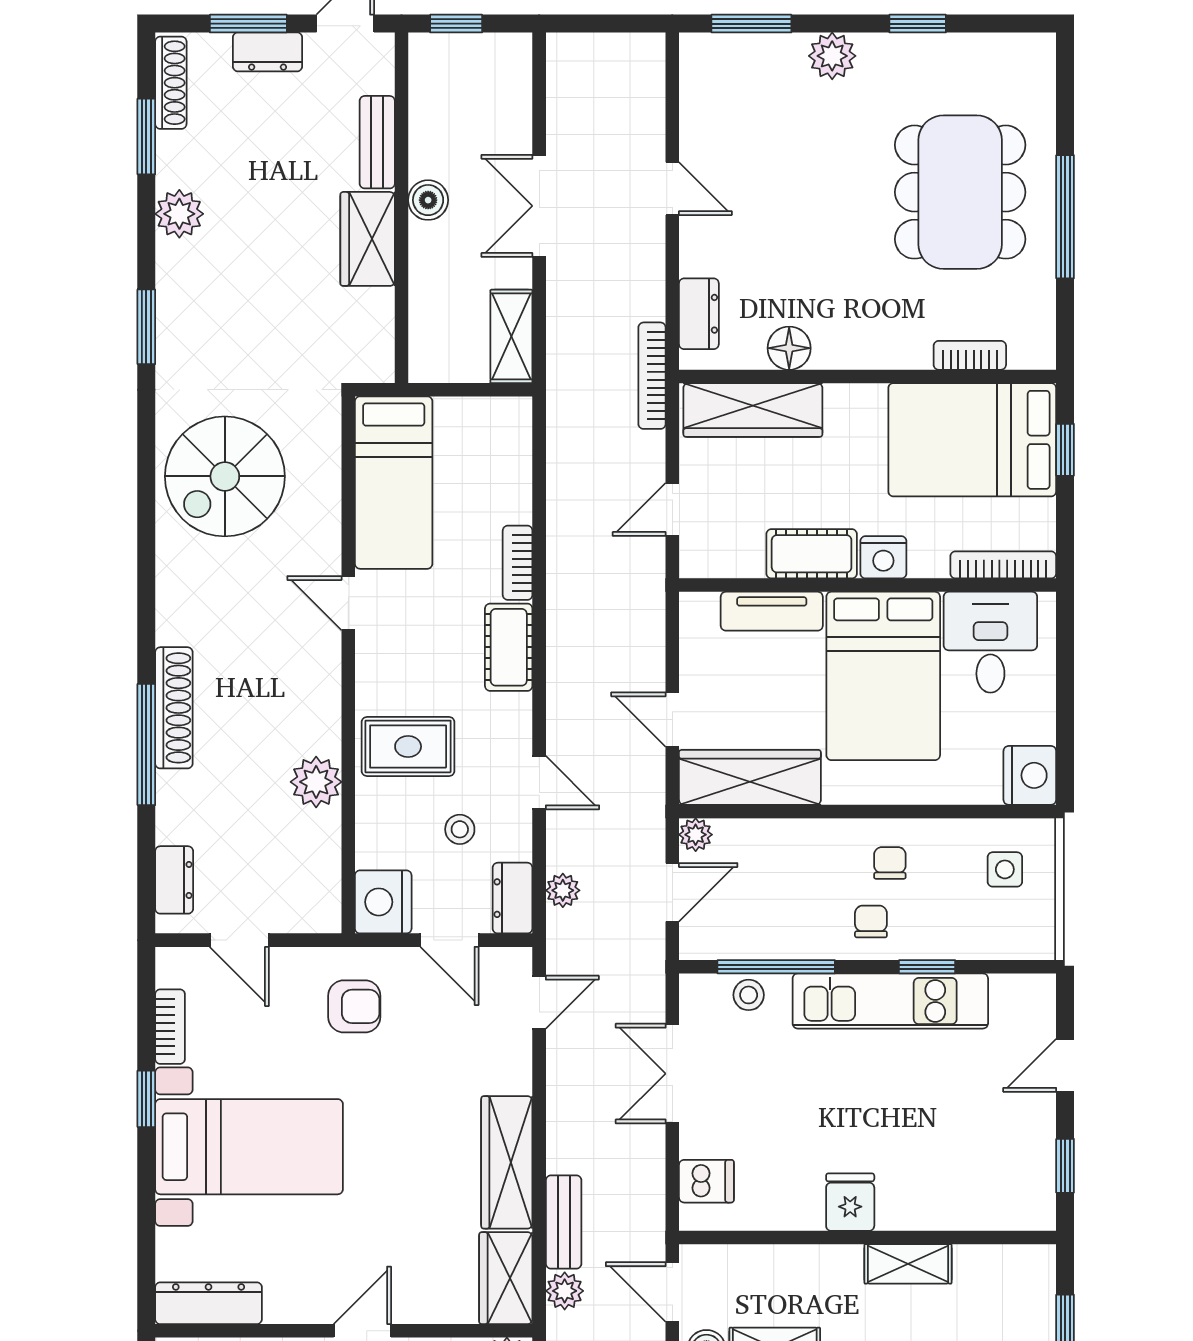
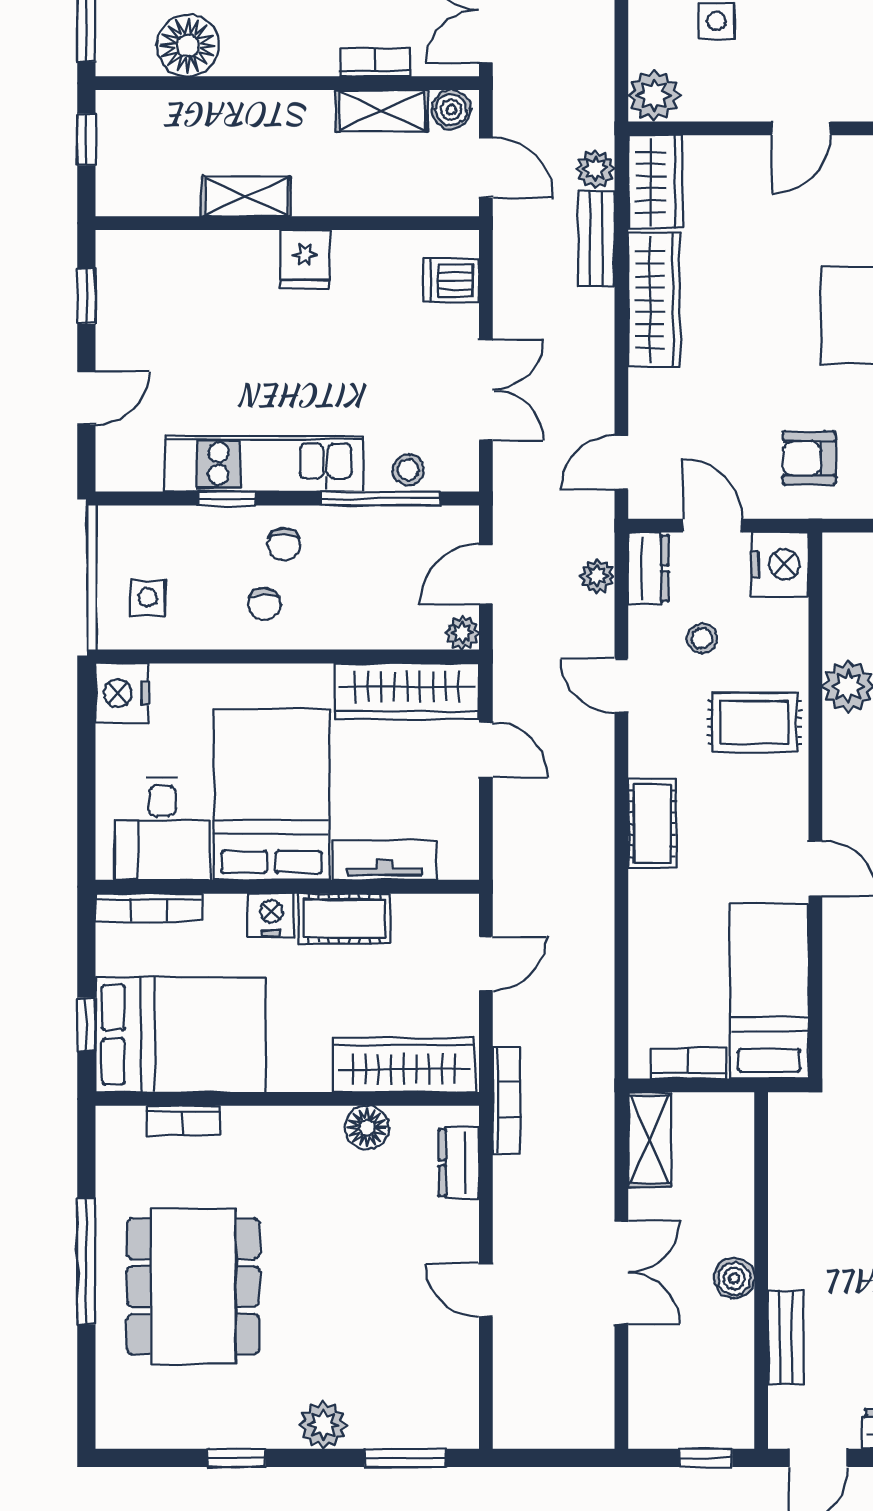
wardrobe: (368, 239) -> (796, 1239), removed
bookcase: (518, 563) -> (688, 1063), moved, turned -90

